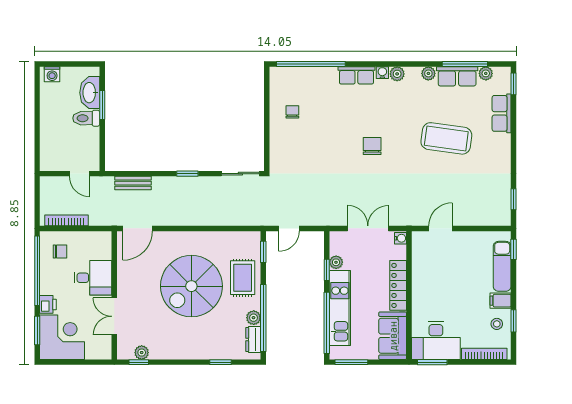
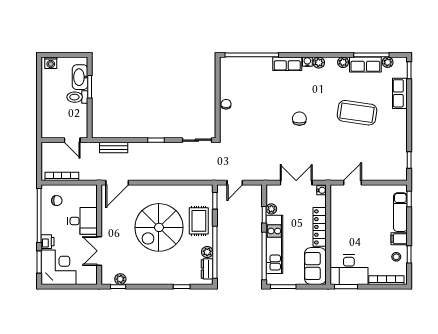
chair: (292, 112) -> (226, 104), moved

